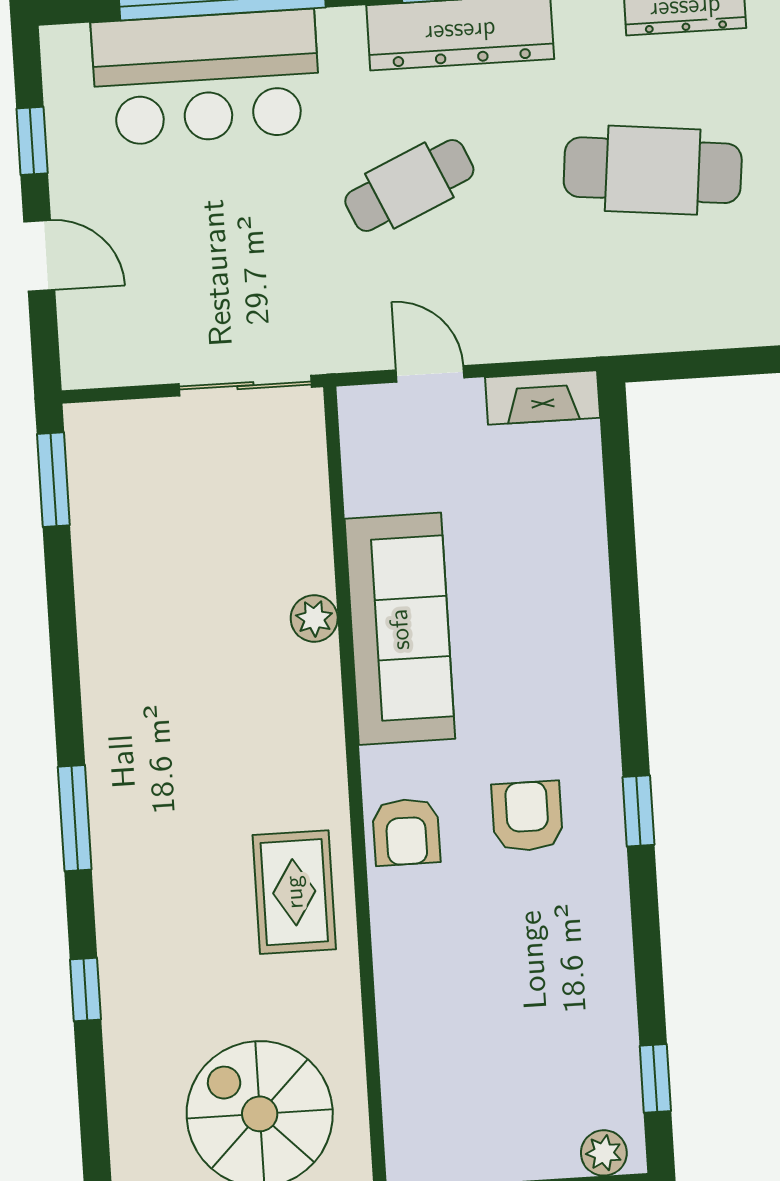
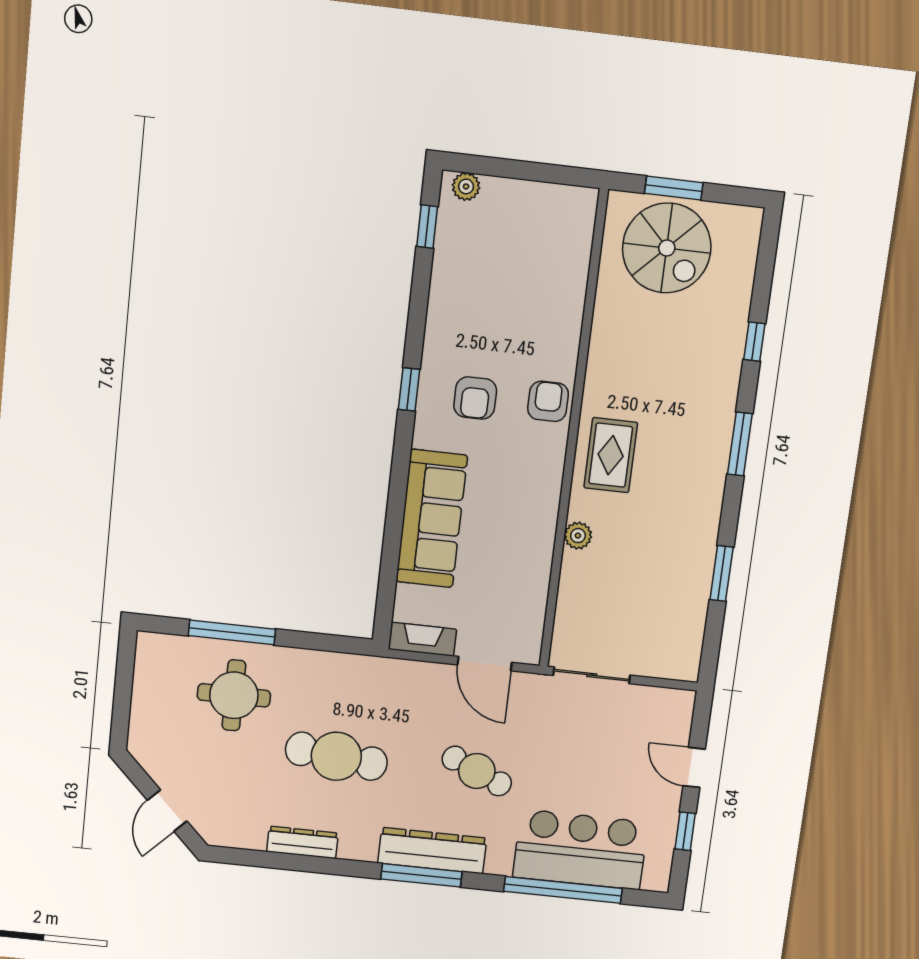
cafe table: (409, 185) -> (477, 771), turned 48
door: (430, 374) -> (485, 664), width x1.38
window: (53, 480) -> (722, 574), moved
sofa: (400, 629) -> (432, 519), moved, turned 180
rug: (294, 892) -> (611, 455), moved

